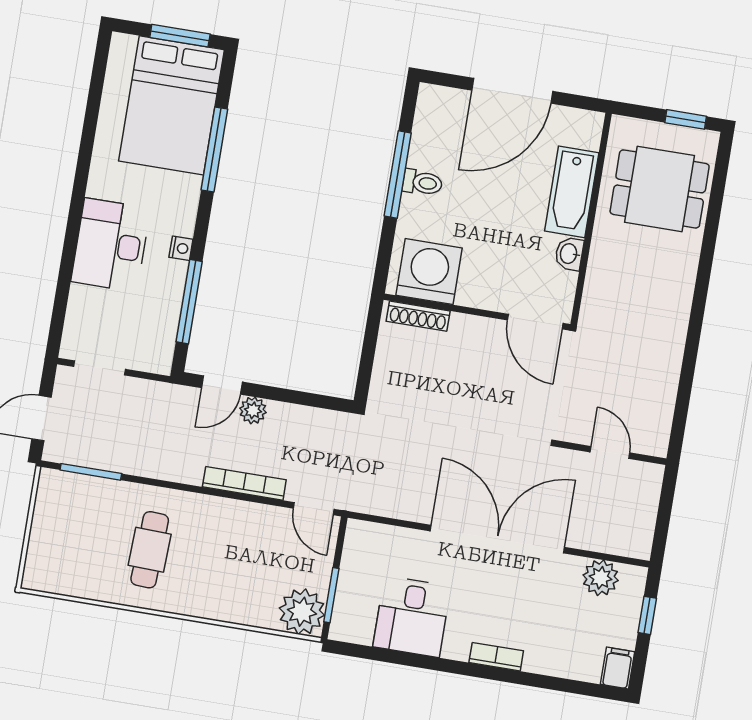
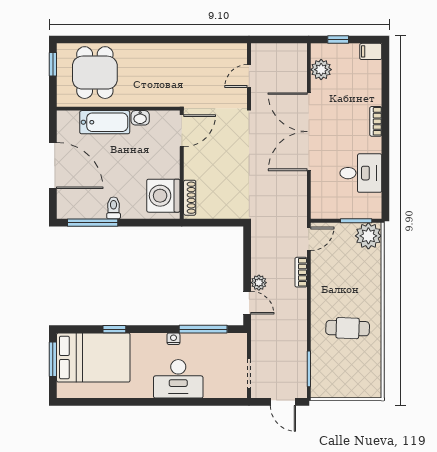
window: (214, 150) -> (114, 329), width x0.46
window: (398, 174) -> (93, 223), moved
bookcase: (244, 483) -> (301, 272), width x0.64

